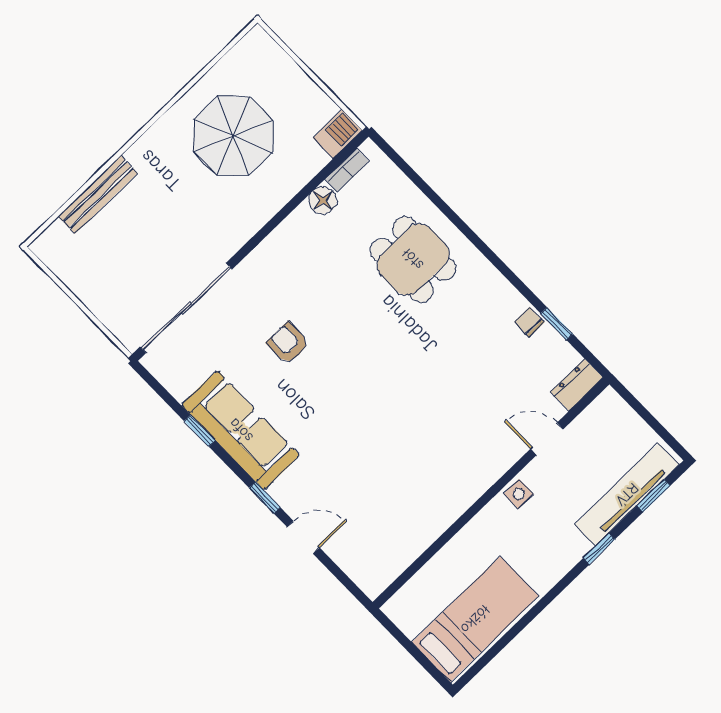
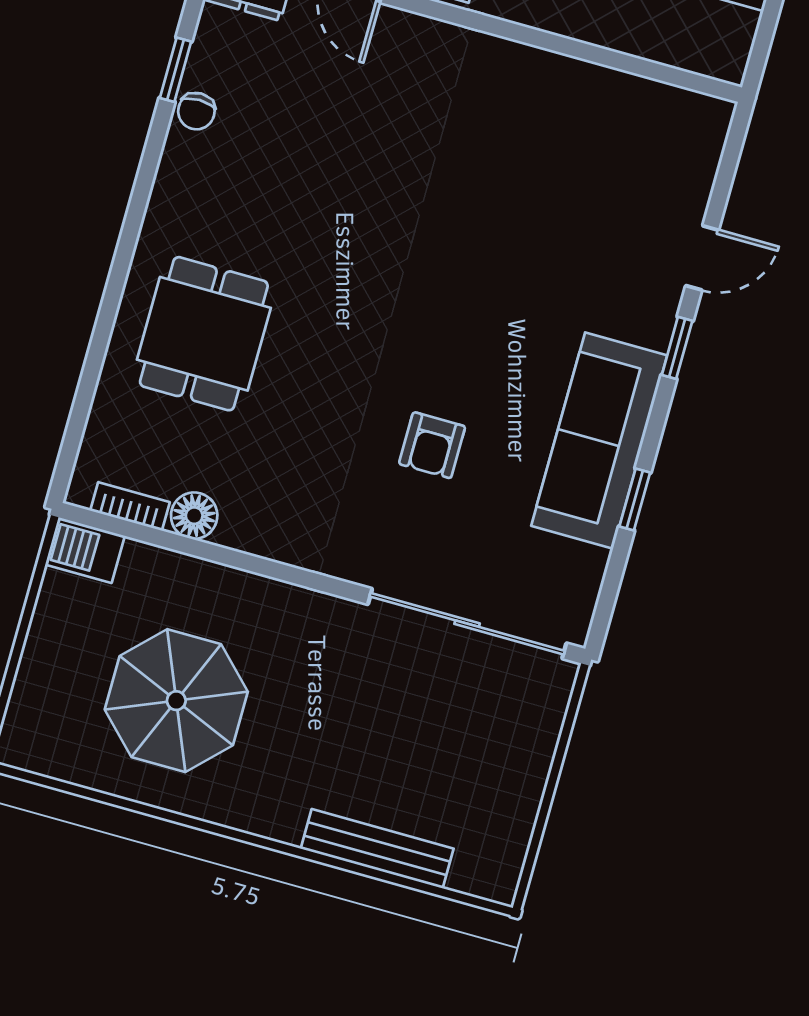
door: (303, 537) -> (702, 258), swing flipped

